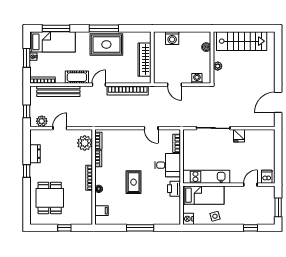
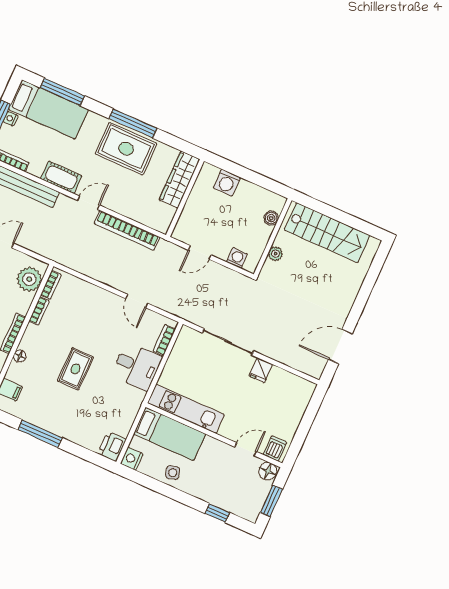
wardrobe: (145, 60) -> (179, 180), moved
door: (175, 85) -> (200, 253), hinge flipped
printer: (174, 189) -> (112, 446), moved
floor lamp: (268, 191) -> (268, 471), added
window: (140, 228) -> (40, 434), moved

